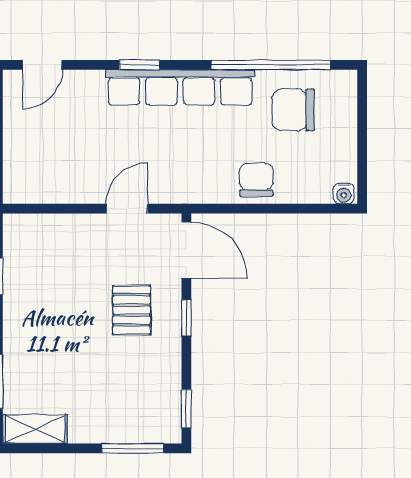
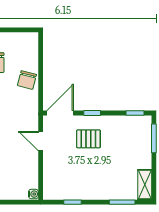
chair: (256, 180) -> (27, 80), turned -76
water cooler: (344, 194) -> (33, 194), moved

